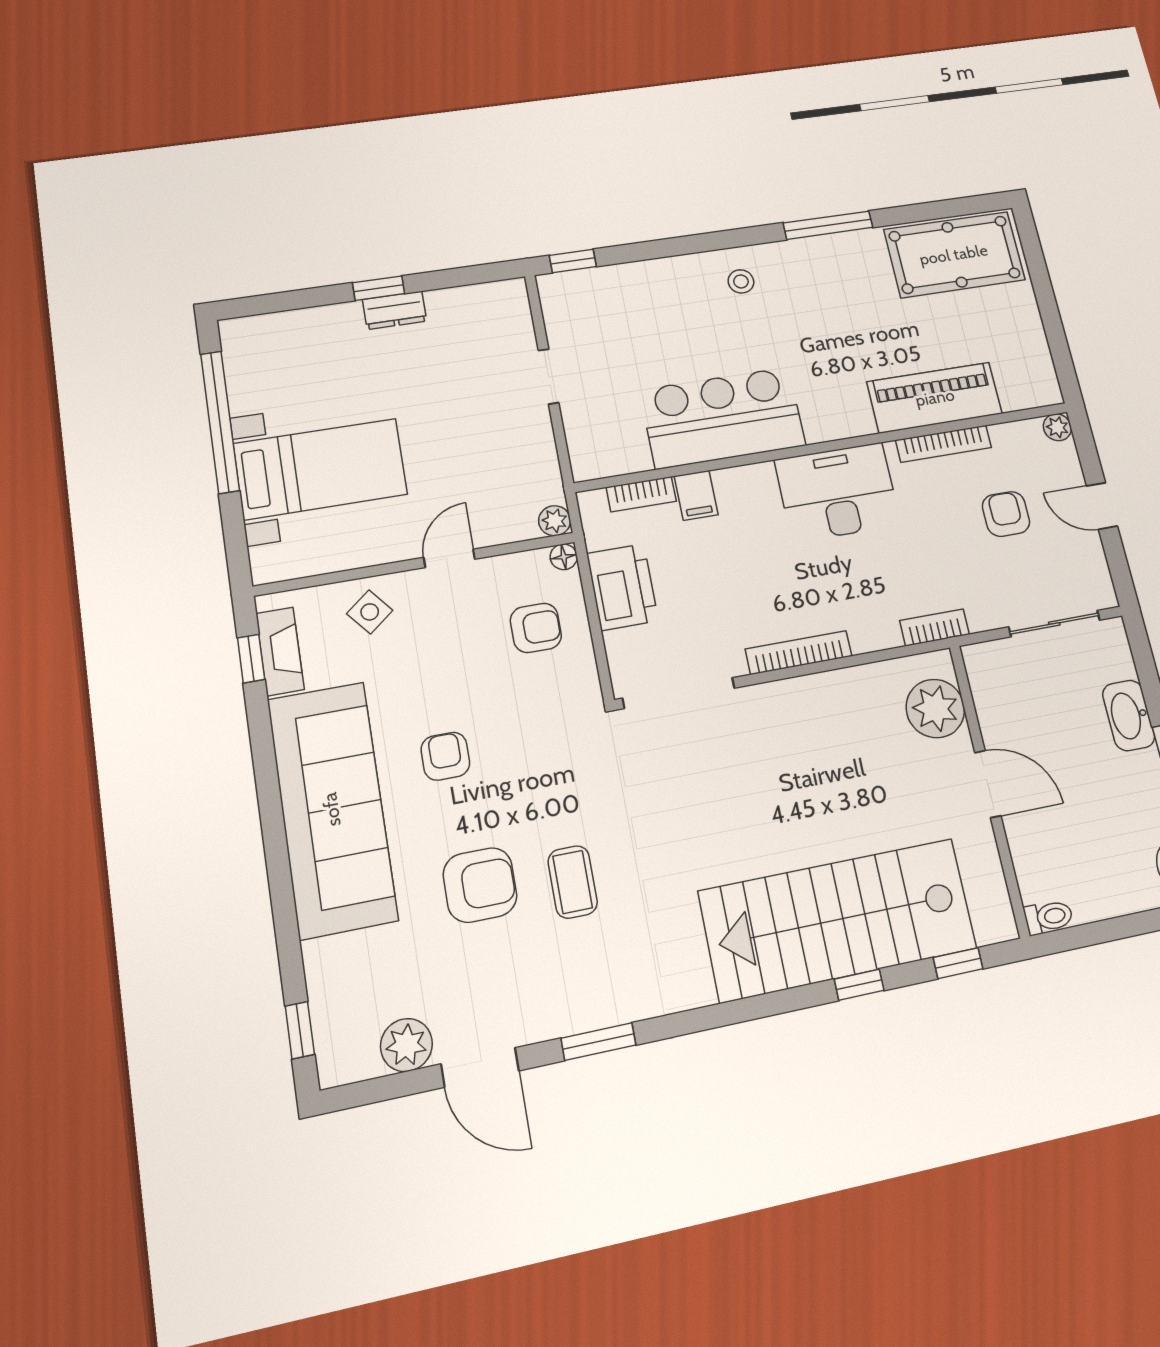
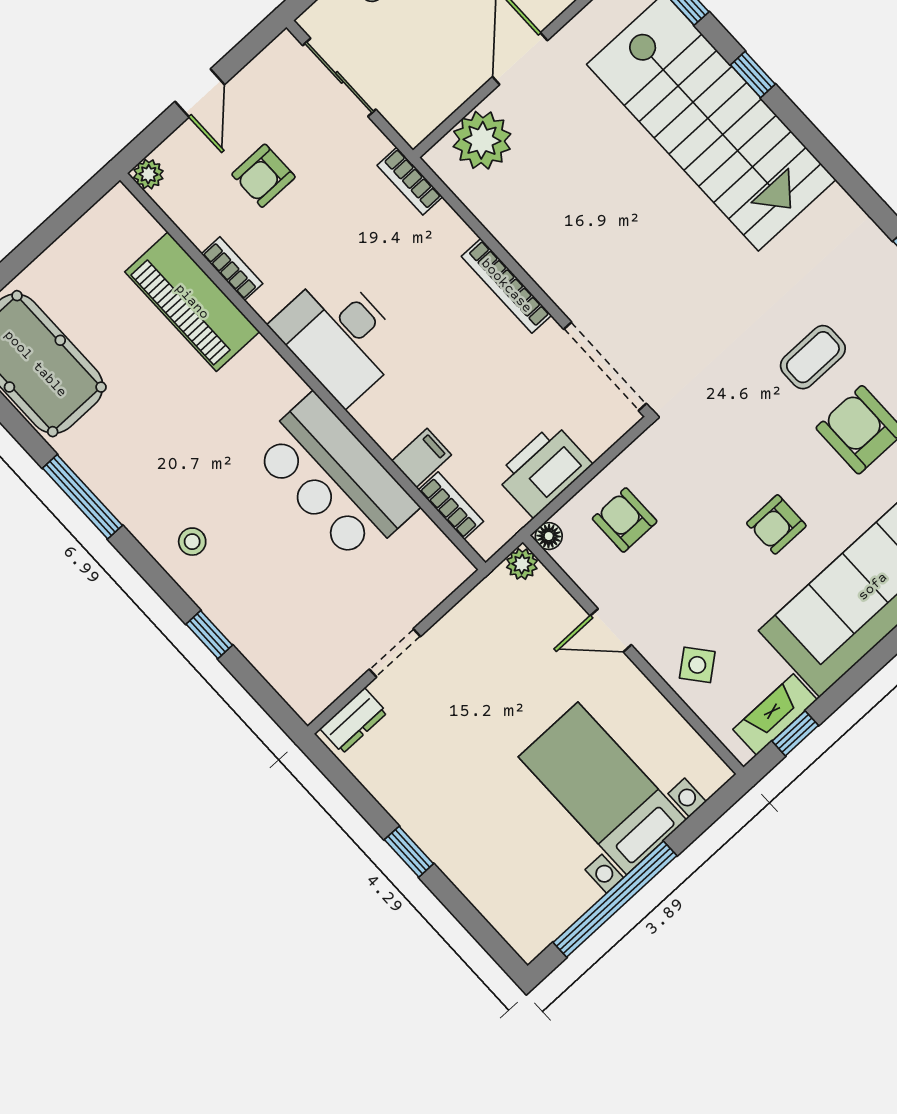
window: (573, 261) -> (209, 635), moved
dresser: (395, 310) -> (354, 721), moved, turned 90
bookcase: (943, 444) -> (232, 269), width x0.64

